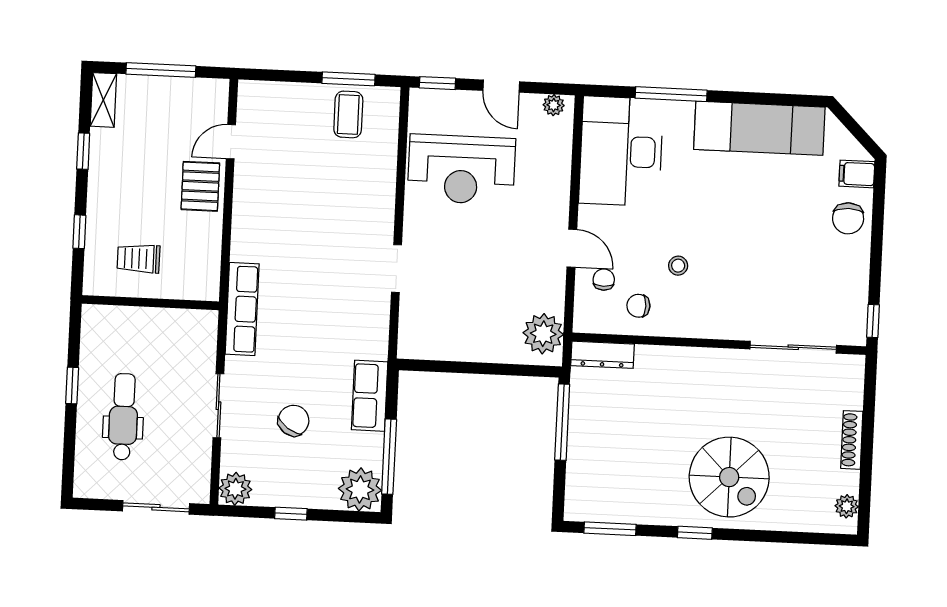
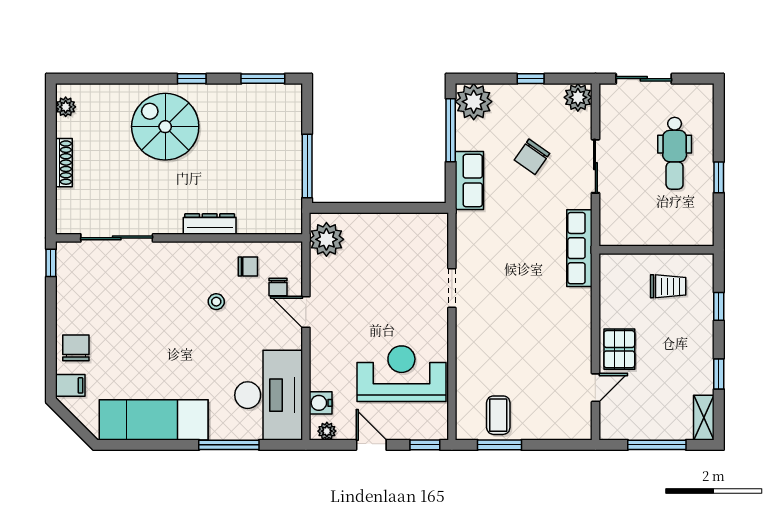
water cooler: (559, 139) -> (321, 403), added
dresser: (602, 355) -> (210, 224), moved

